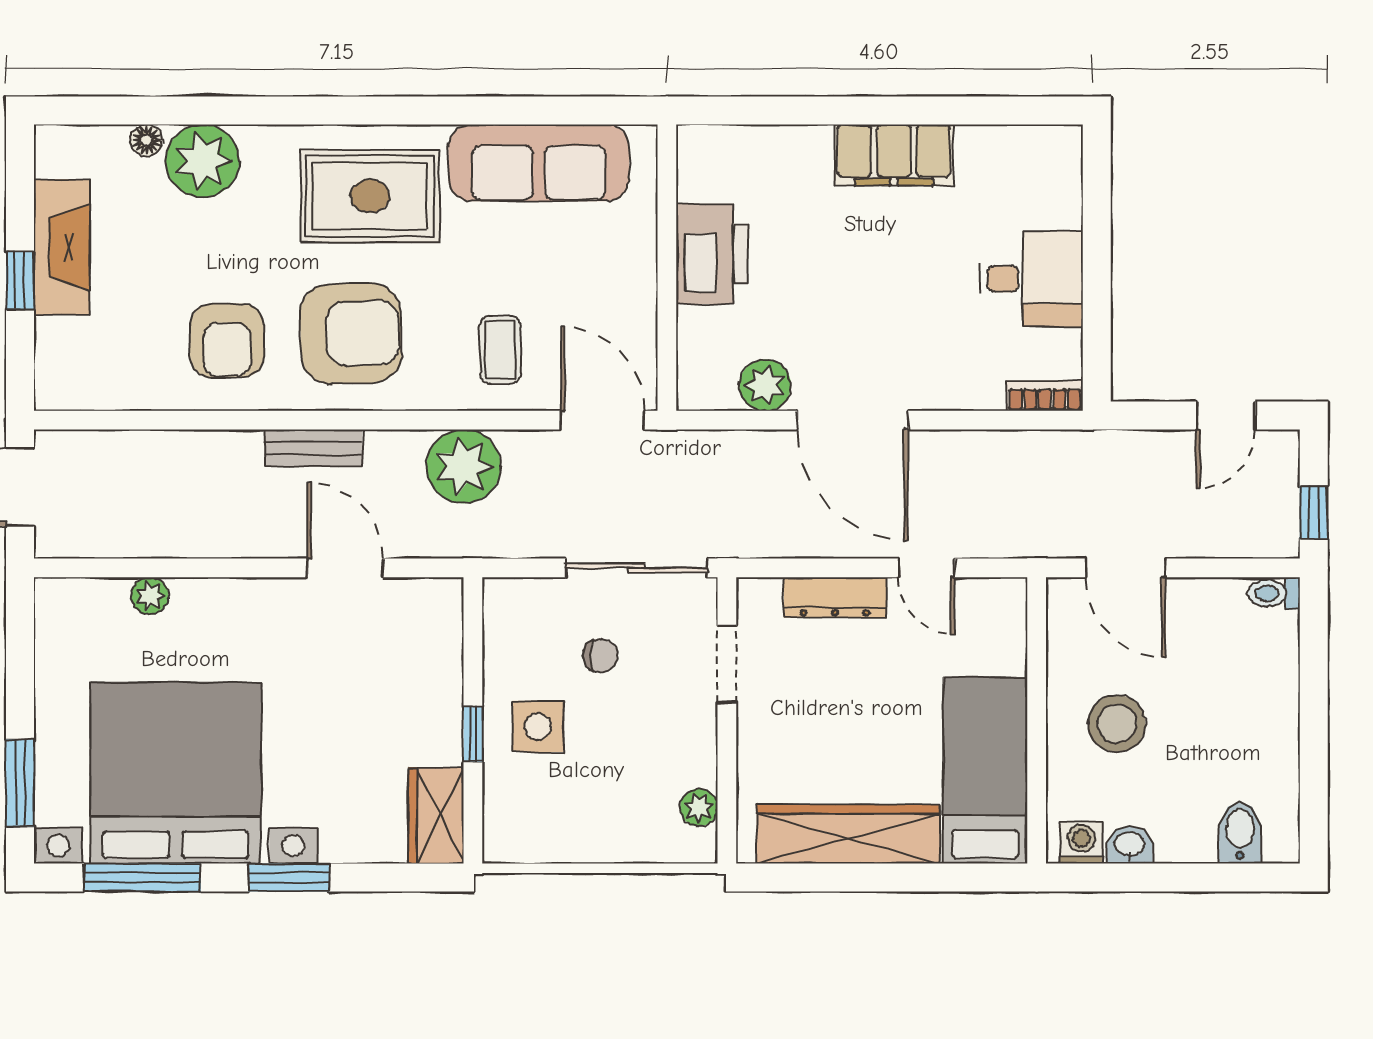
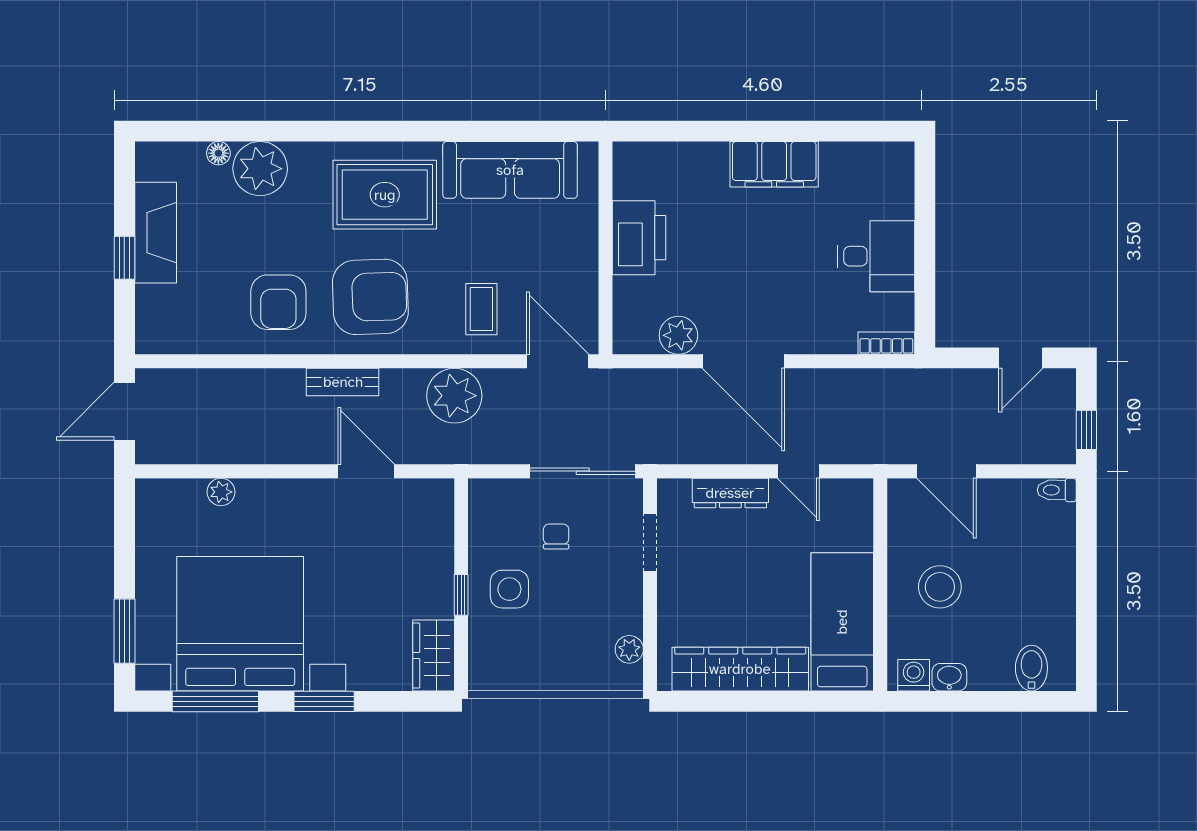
chair: (601, 656) -> (556, 536), turned -90

